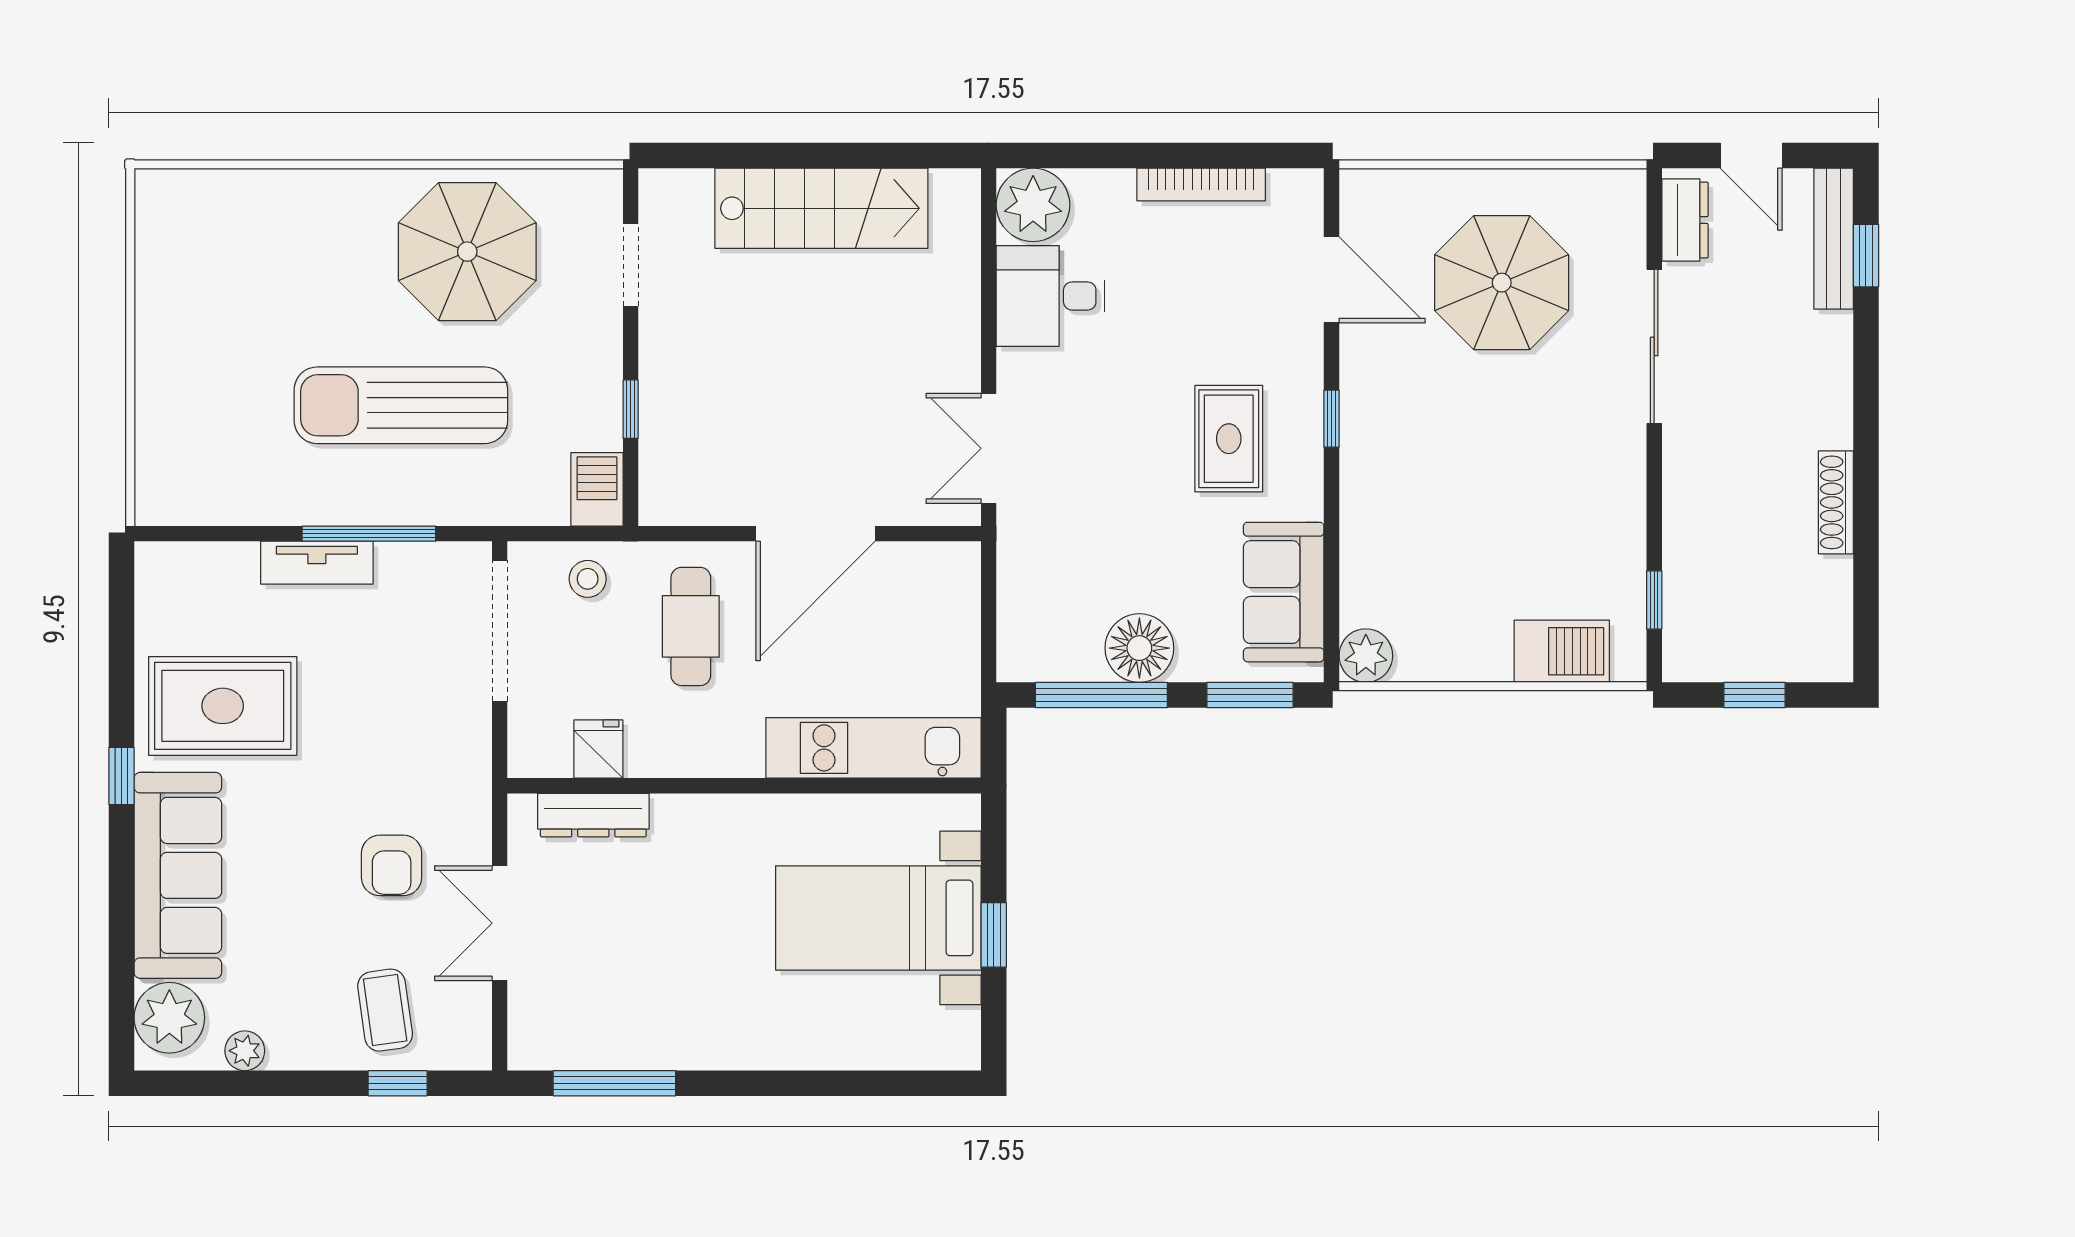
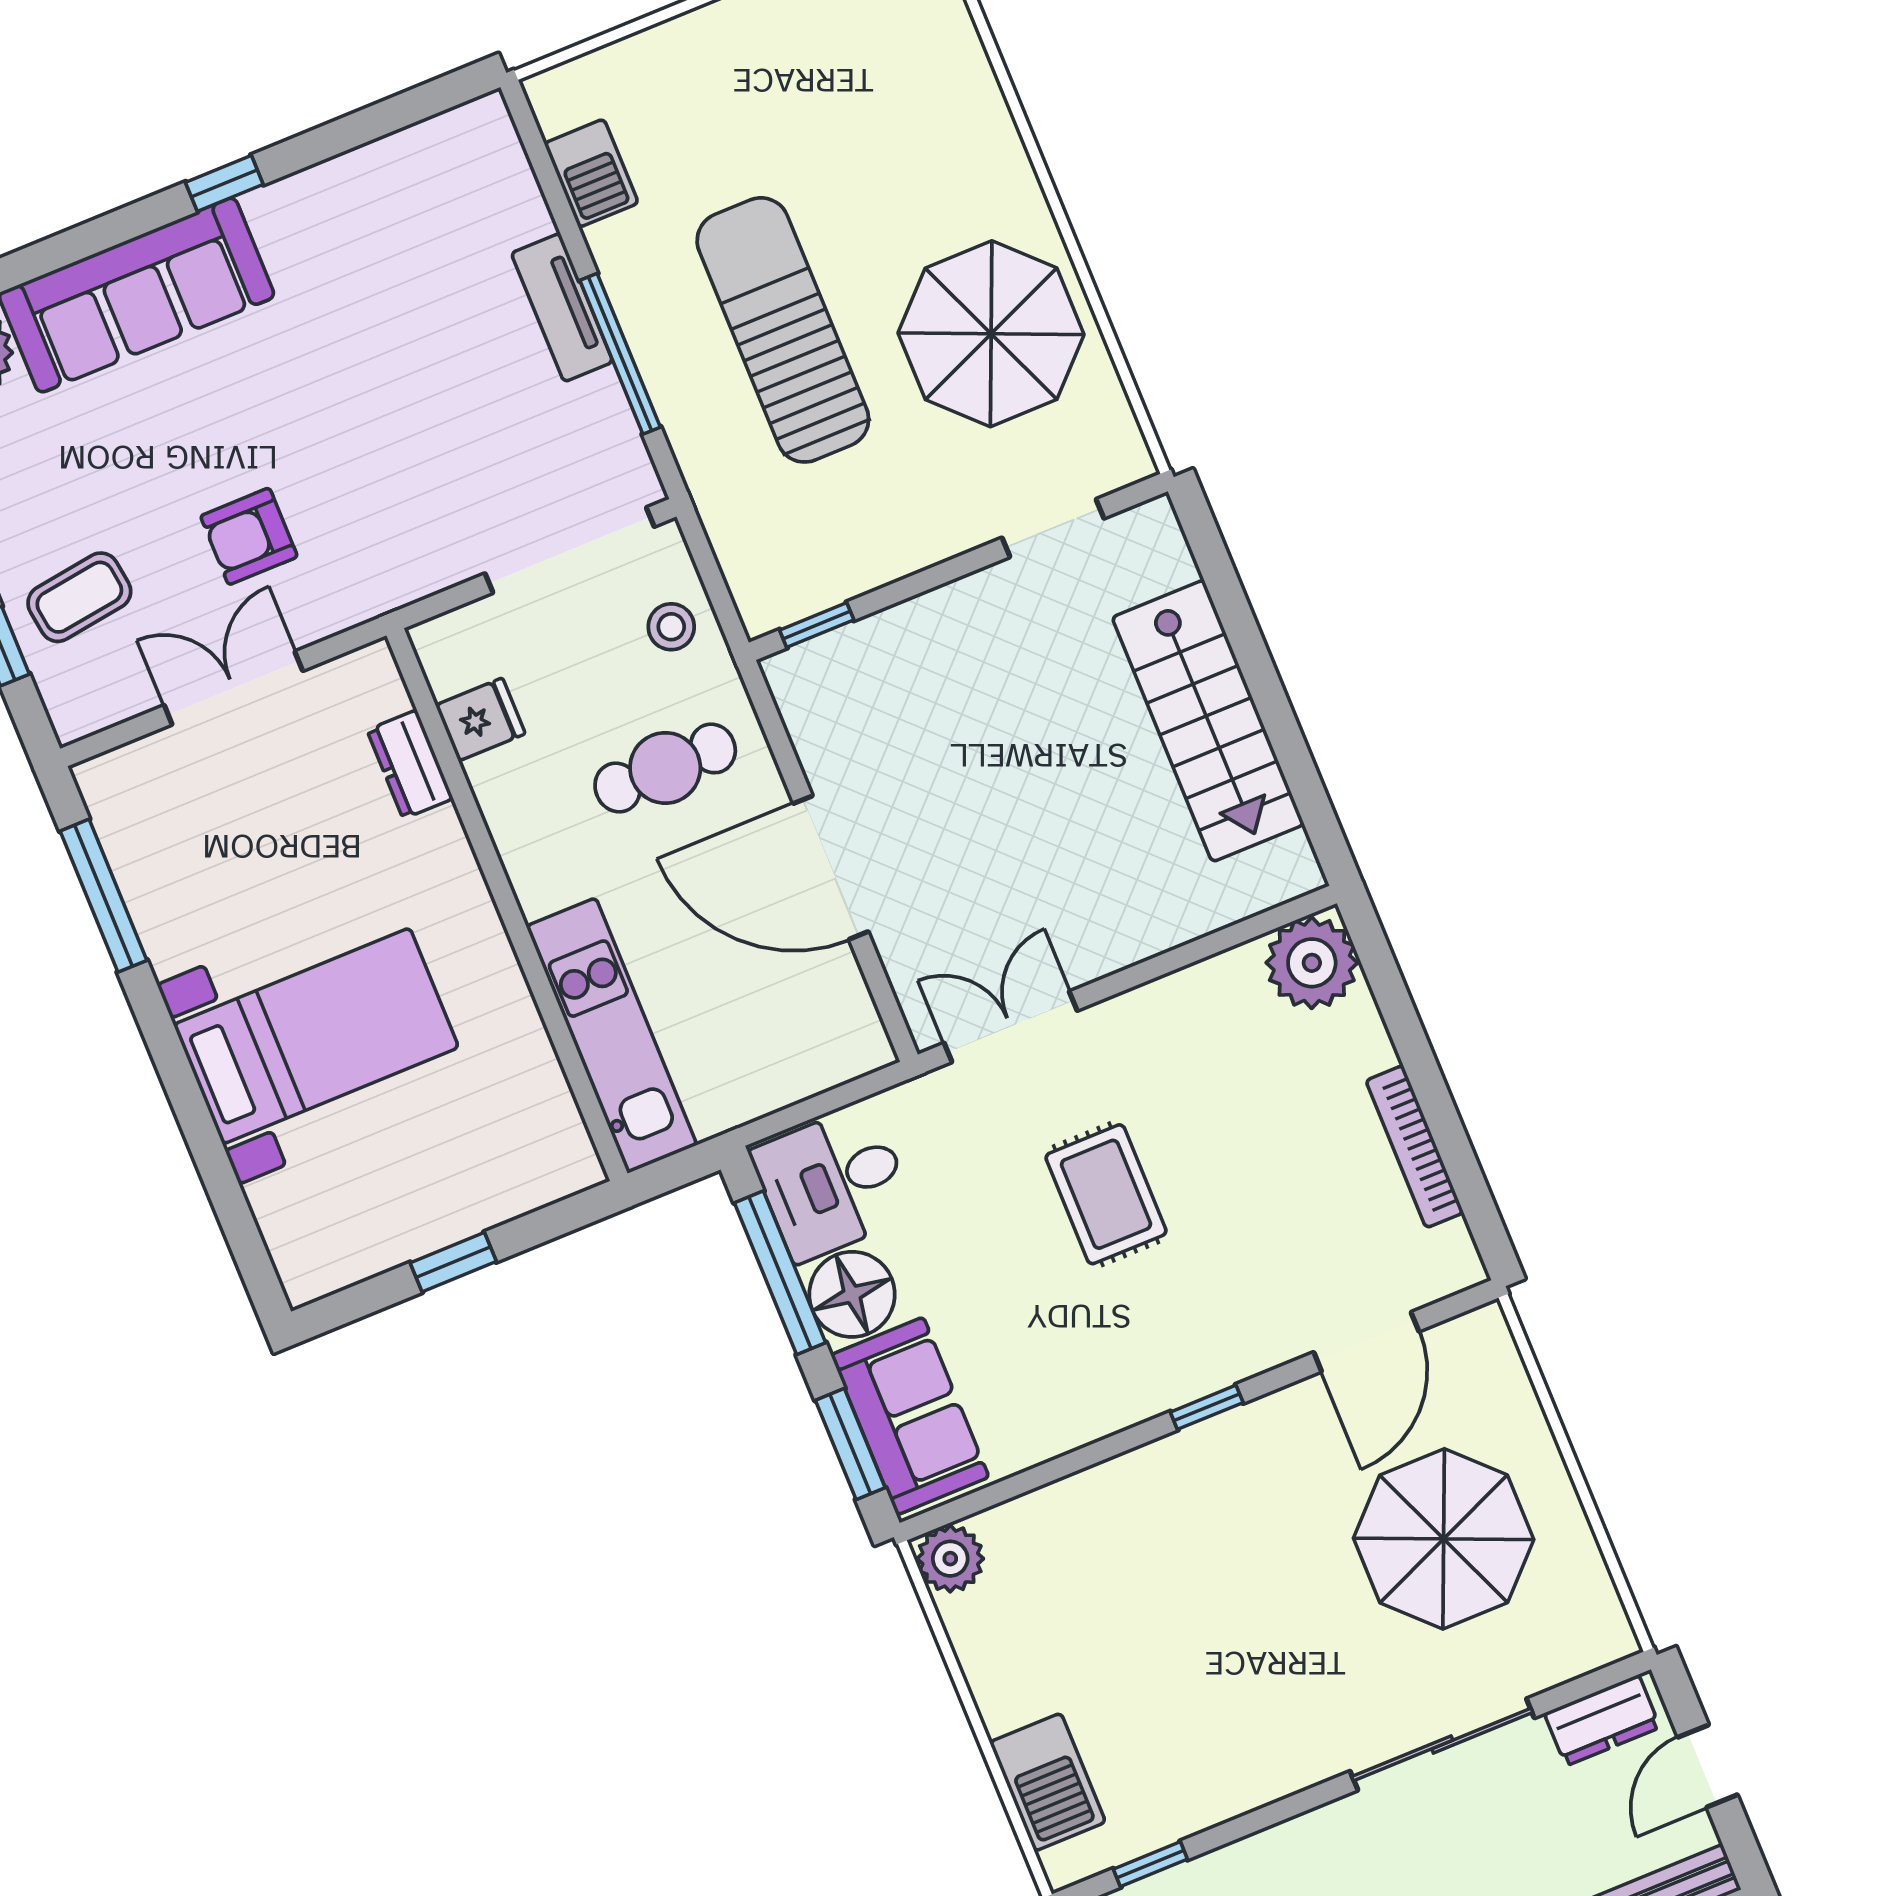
desk: (1050, 296) -> (833, 1183), moved, turned -90
window: (631, 409) -> (817, 625), moved
rug: (1229, 439) -> (1106, 1194), moved, turned 90
barbecue: (597, 489) -> (591, 173), moved, turned 90
sofa: (1284, 592) -> (910, 1416), moved, turned 90
rug: (223, 706) -> (353, 267), removed
dresser: (593, 815) -> (410, 764), width x0.70
bed with nightstands: (878, 918) -> (316, 1036), moved, turned 90

